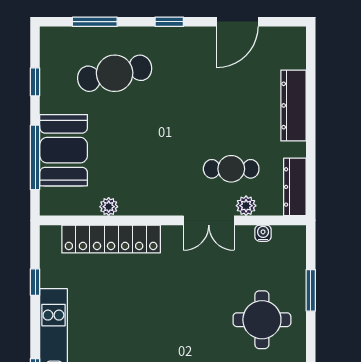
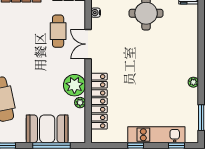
plant: (246, 206) -> (74, 85), moved, width x1.87, depth x1.87
double door: (209, 220) -> (88, 44), swing flipped
window: (35, 282) -> (136, 145), moved

